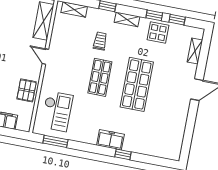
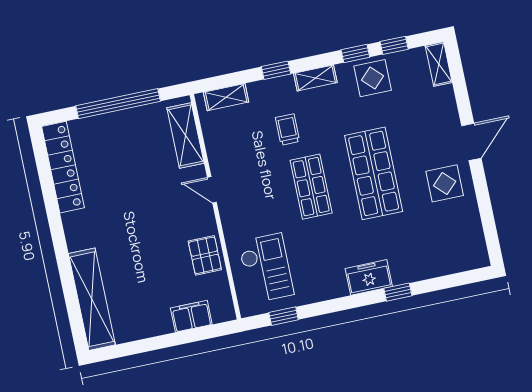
shelving: (195, 51) -> (439, 64), moved
display table: (173, 106) -> (445, 183), added
window: (55, 141) -> (284, 316), width x0.67

